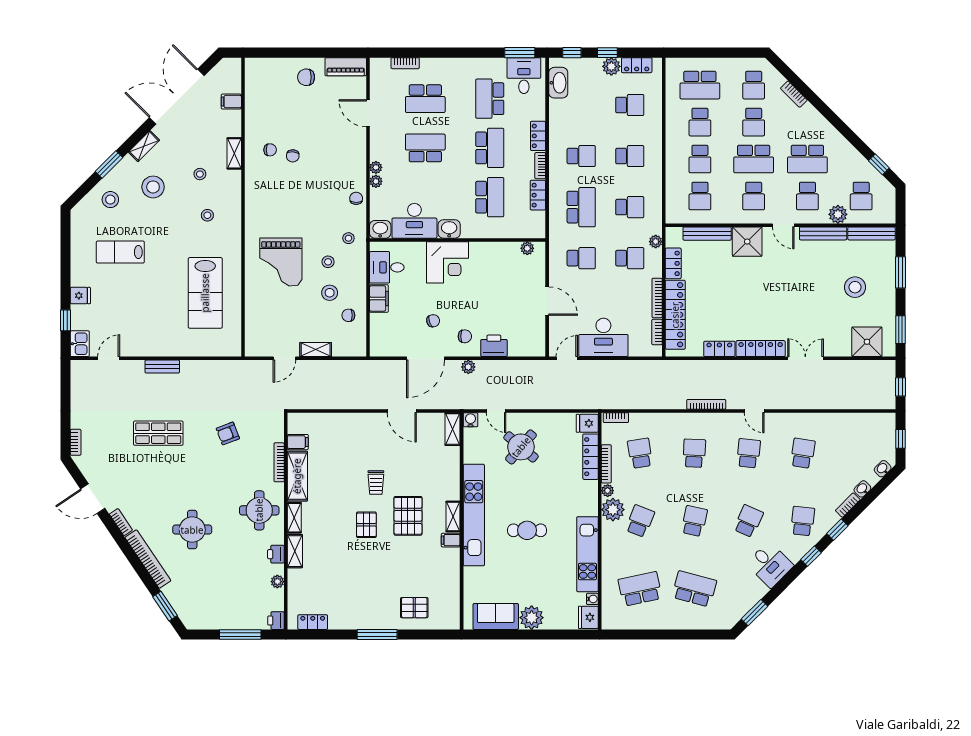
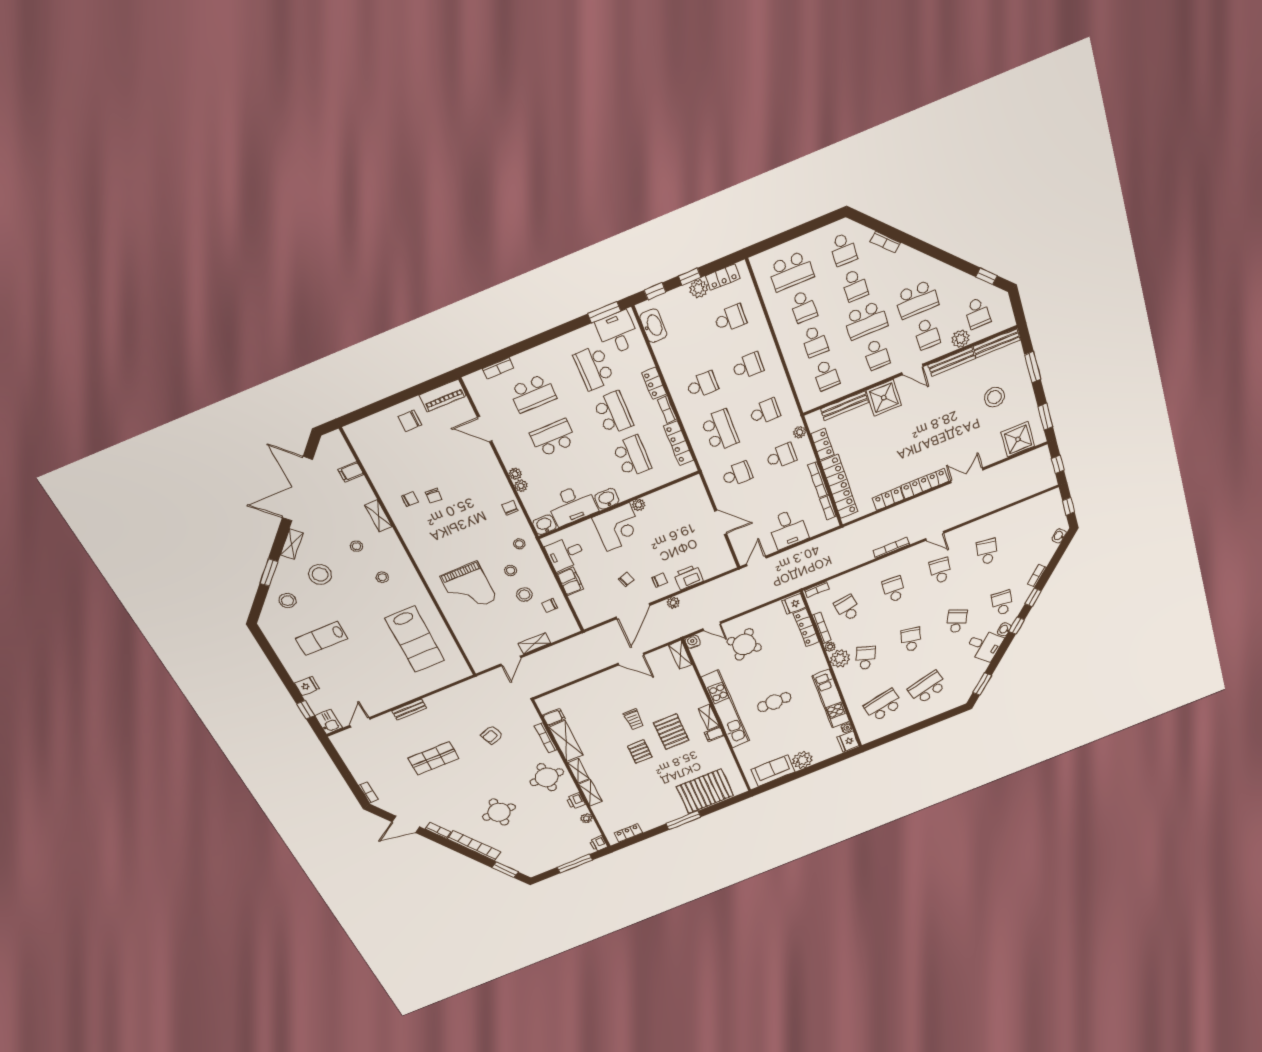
locker: (538, 195) -> (679, 443), width x1.53
plant: (527, 248) -> (639, 505), moved
desk: (603, 337) -> (788, 529), width x0.73
washbasin: (862, 489) -> (1004, 629), moved
school desk: (694, 589) -> (927, 687), turned -30
pallet: (414, 608) -> (705, 791), width x2.05, depth x2.00

